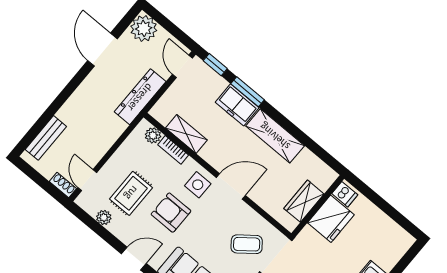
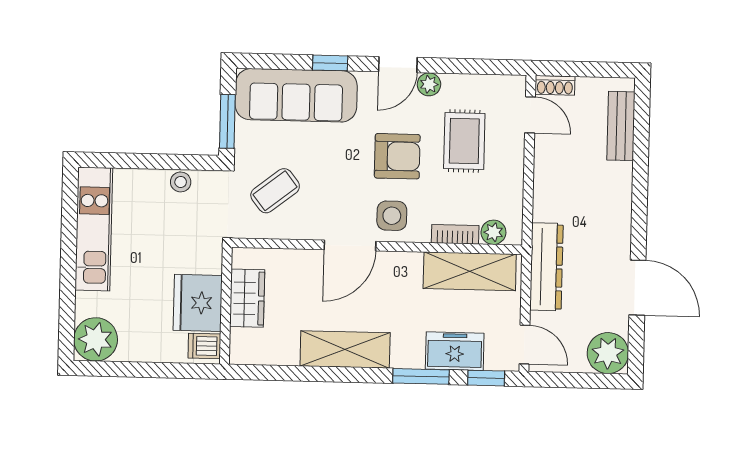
freezer: (237, 105) -> (455, 351), moved
shelving: (186, 134) -> (470, 271), width x1.50, depth x1.33
plant: (104, 217) -> (429, 84), moved
plant: (397, 241) -> (96, 339), added

